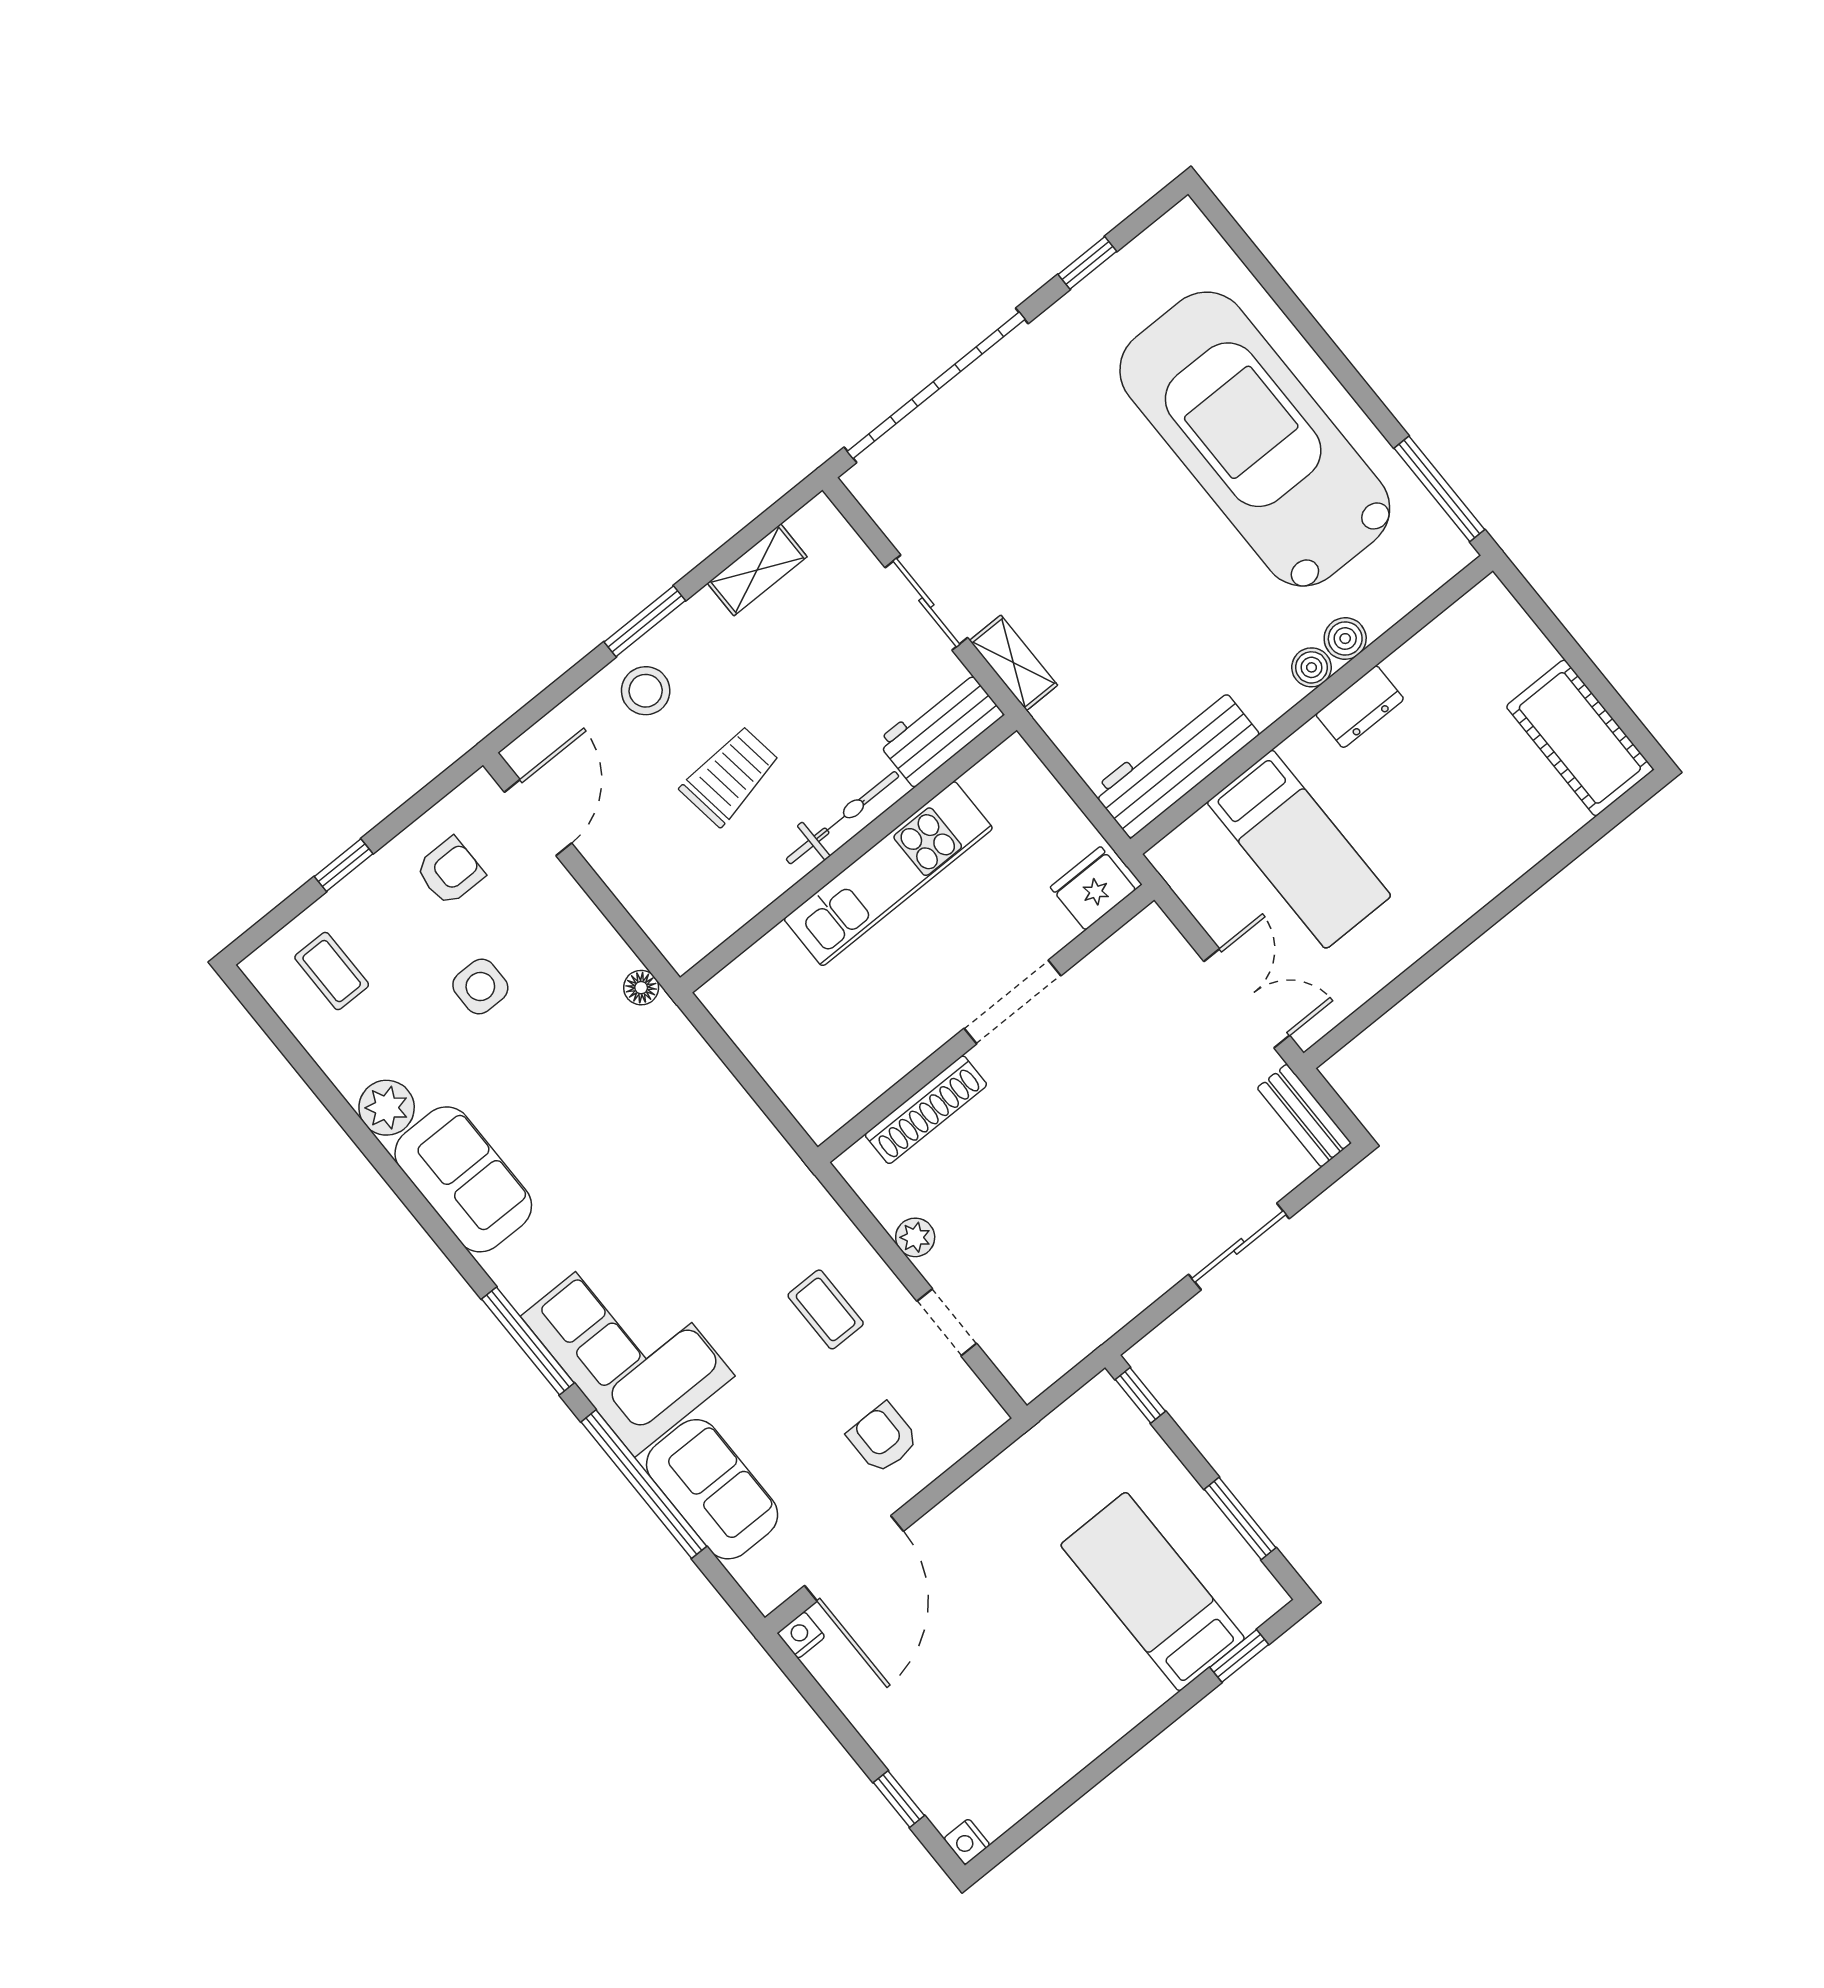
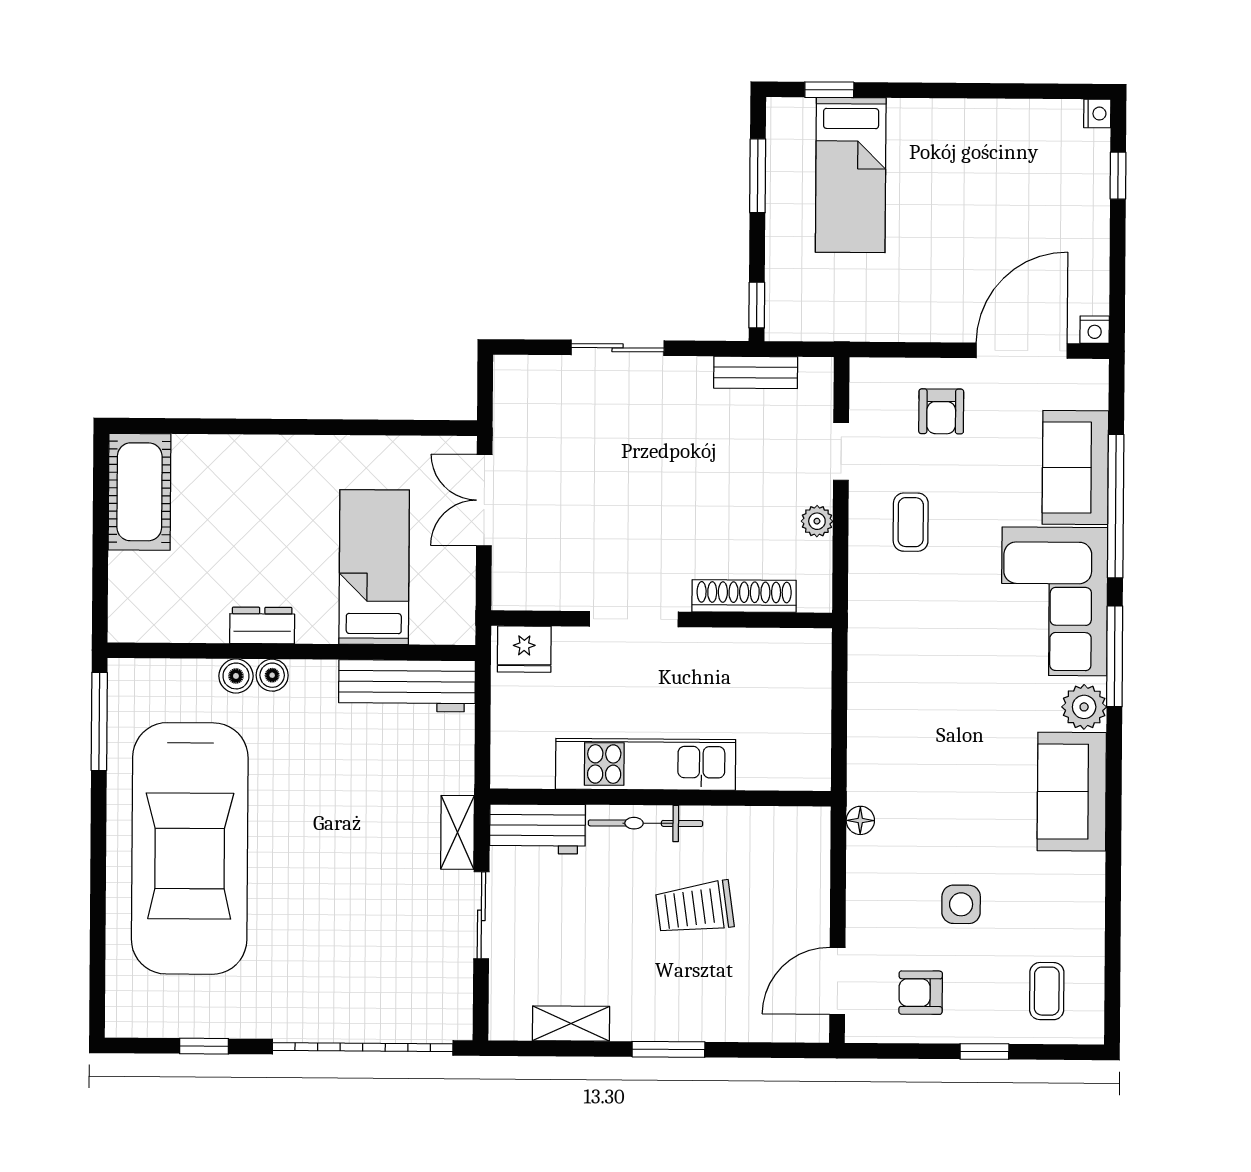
stool: (646, 691) -> (704, 1005), removed
plant: (387, 1108) -> (1084, 707), moved
bench: (1304, 1115) -> (756, 372), moved, turned 90

